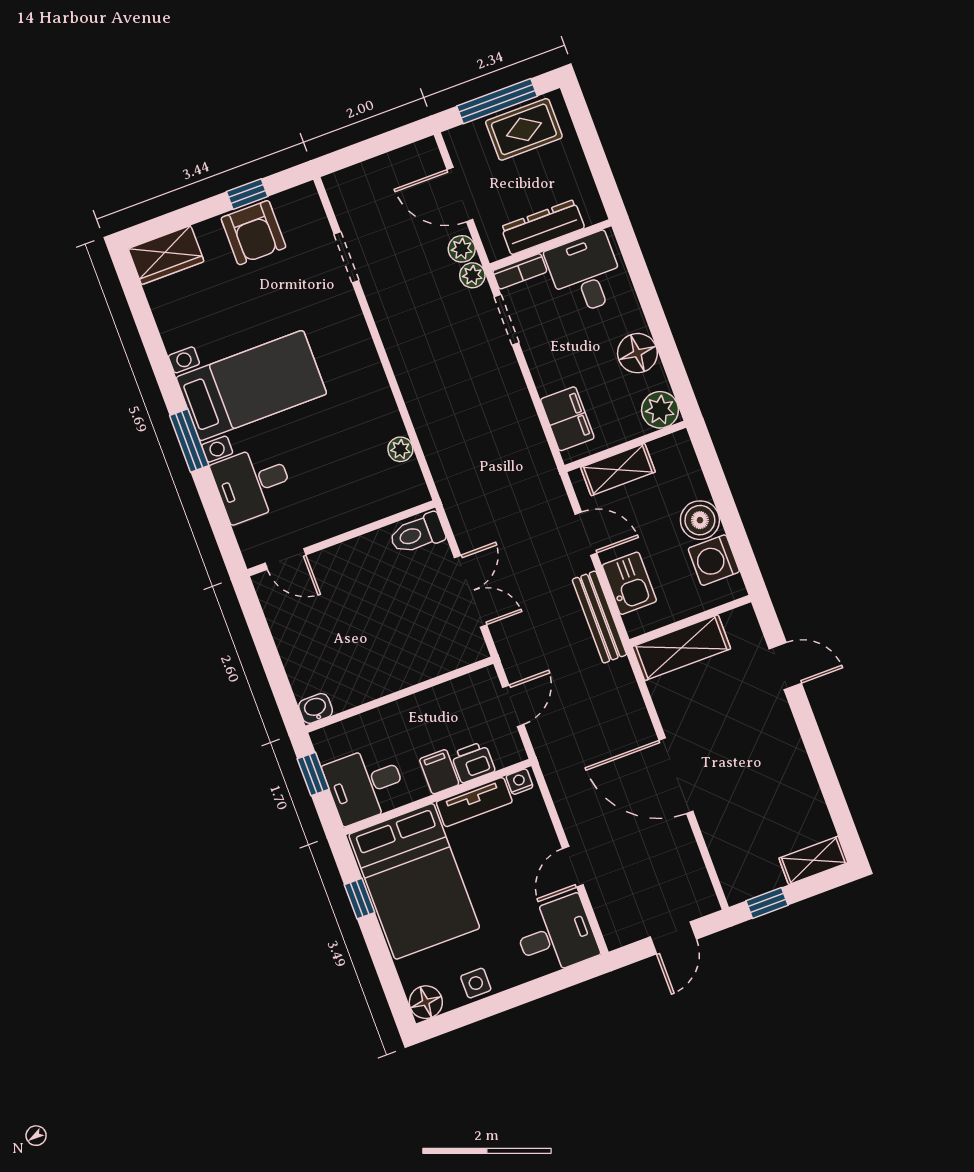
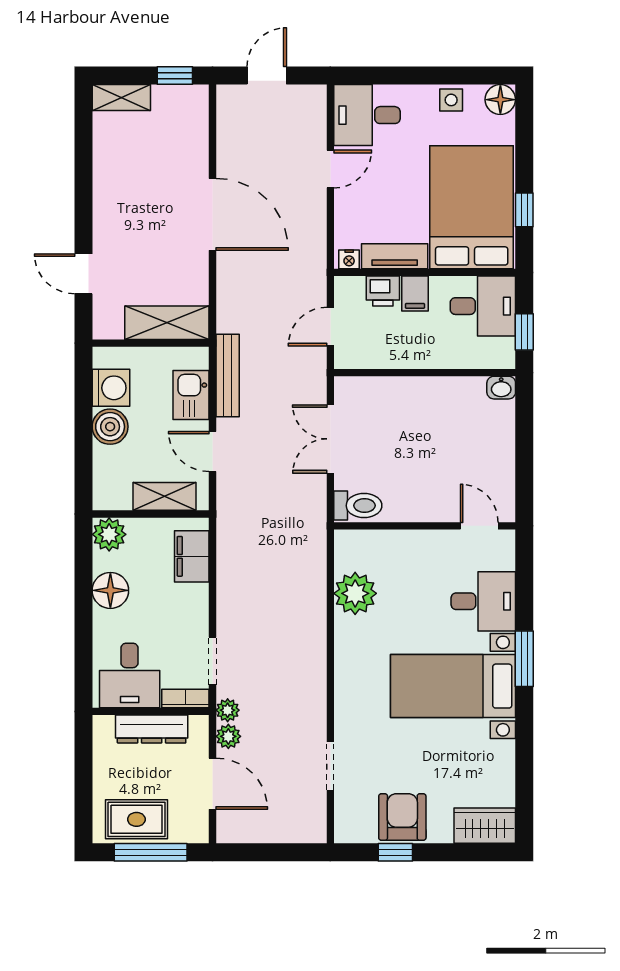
plant: (400, 449) -> (355, 593), width x1.88, depth x1.88

